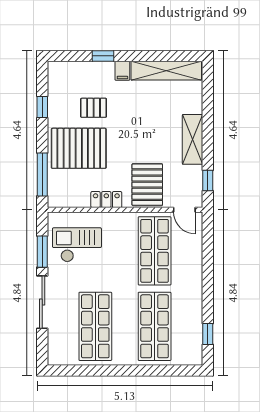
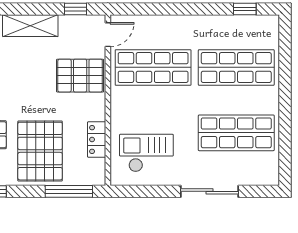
locker: (106, 200) -> (97, 140), moved
checkout: (77, 245) -> (146, 153), turned 90
window: (42, 252) -> (154, 191), removed

